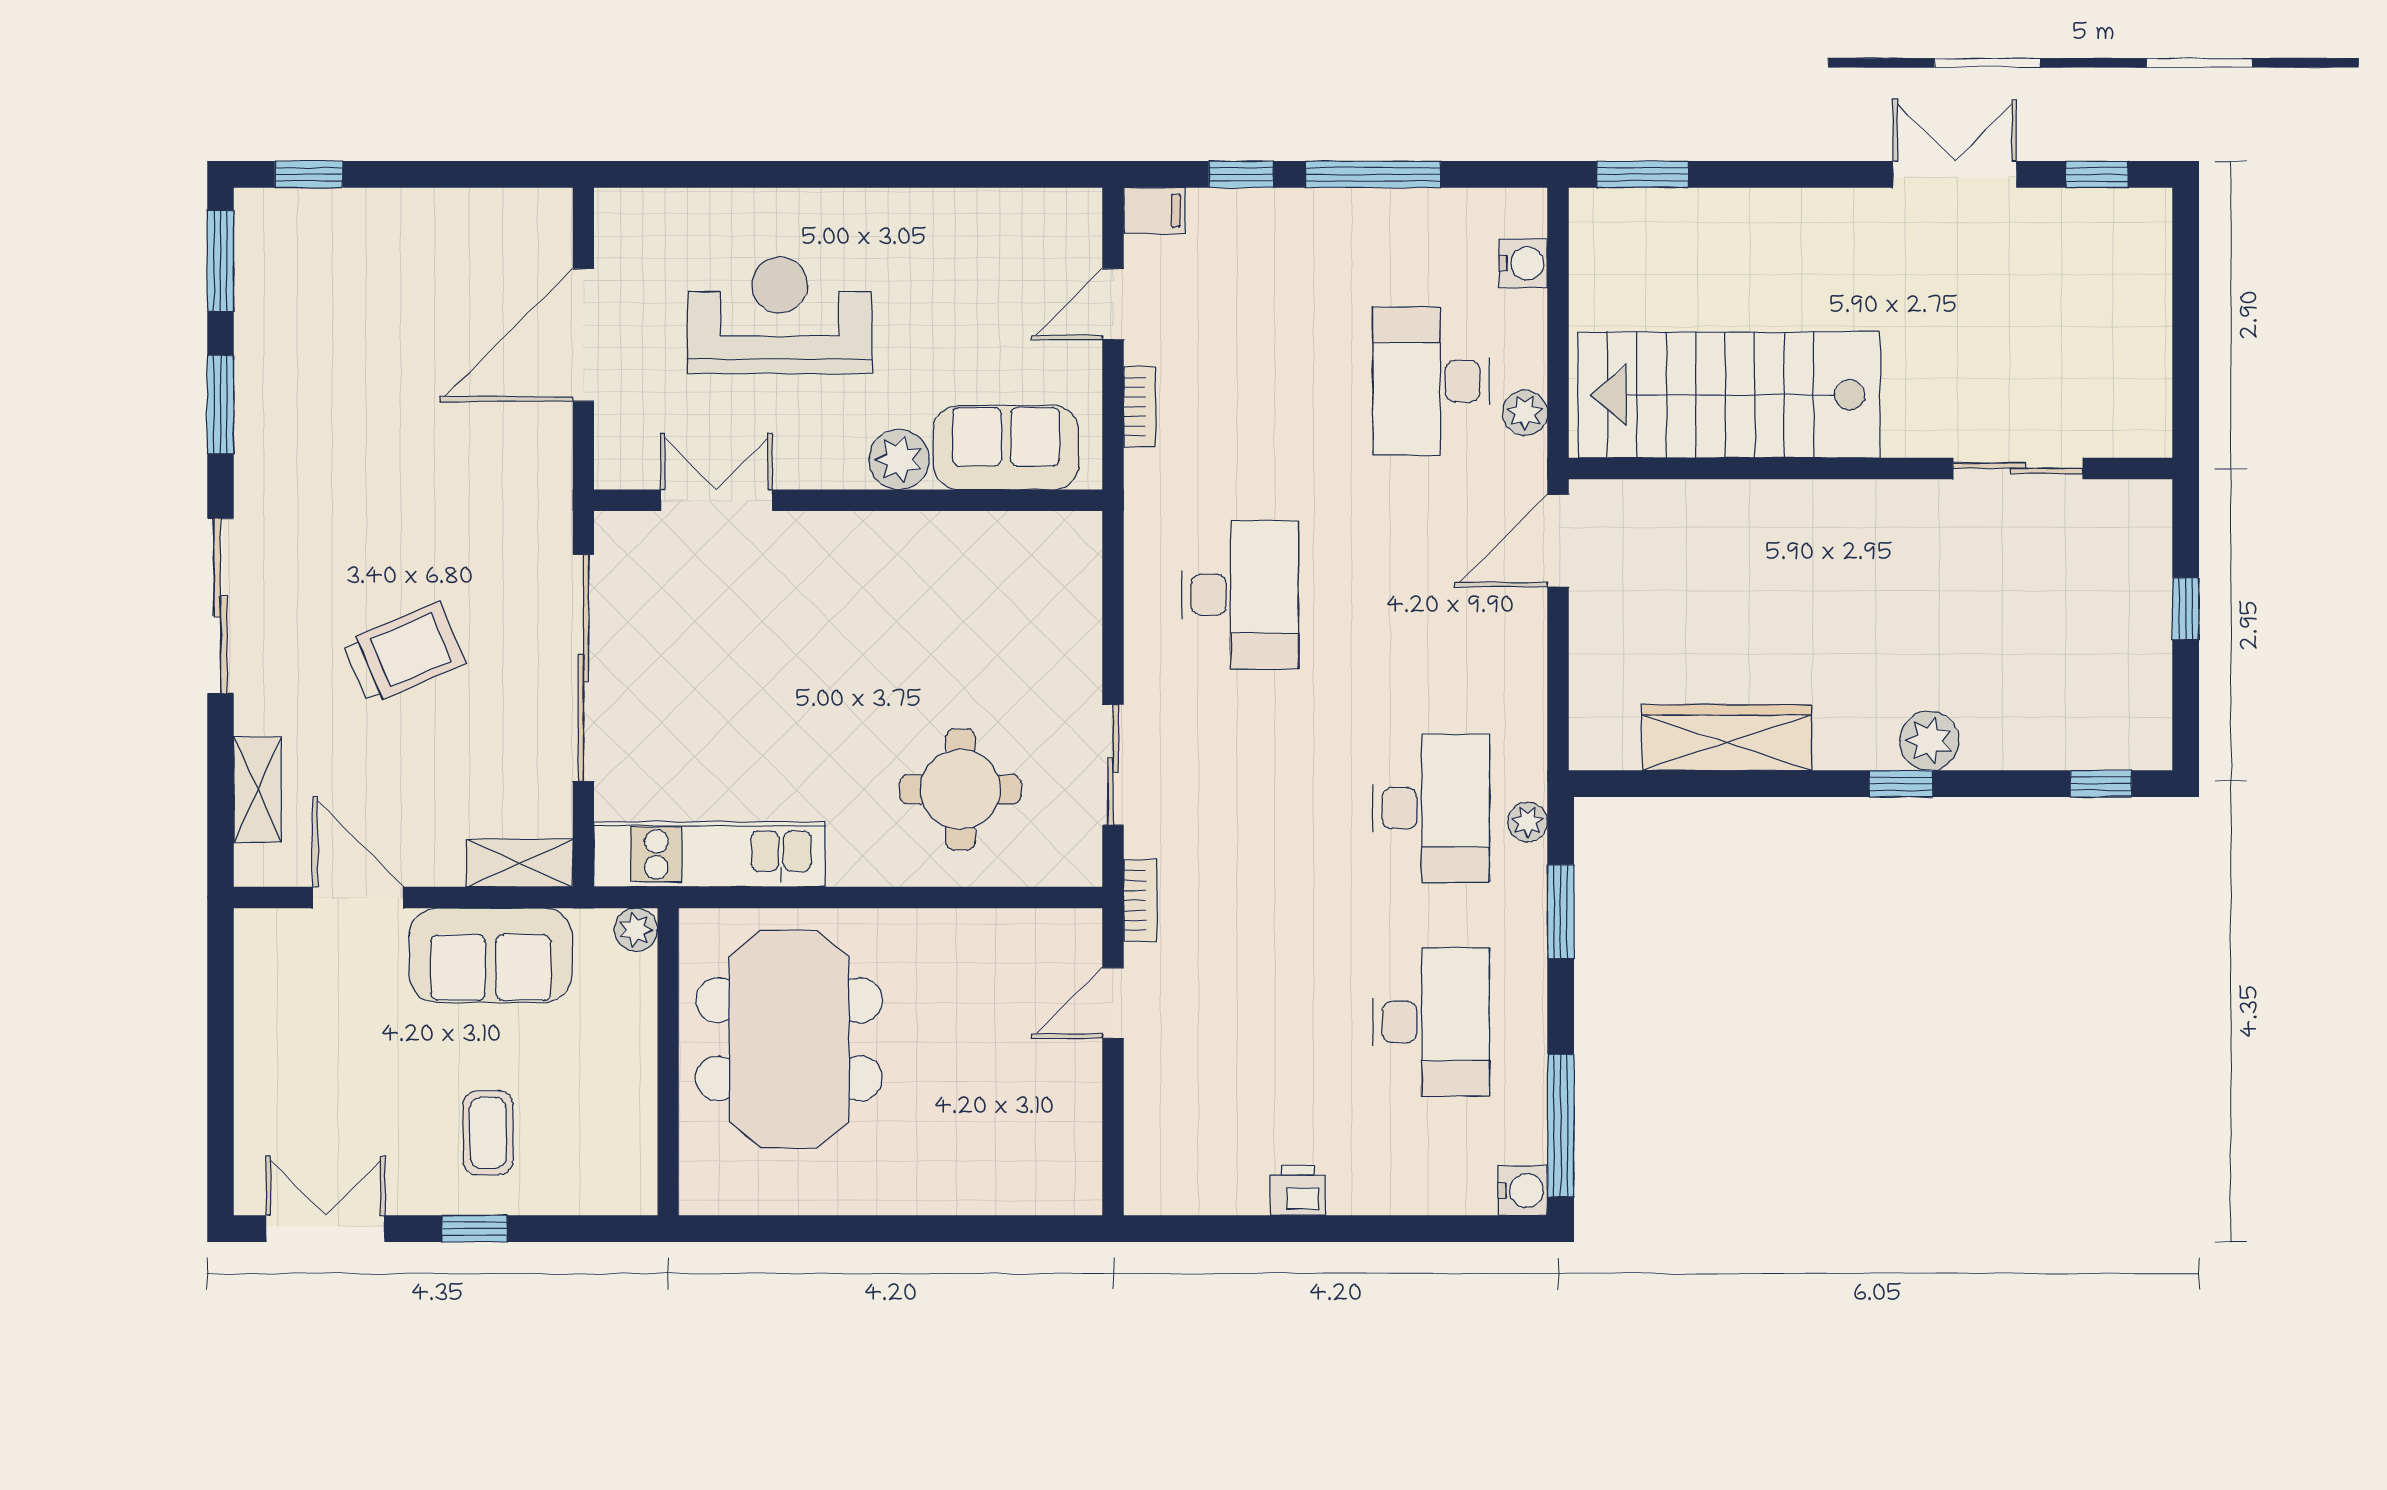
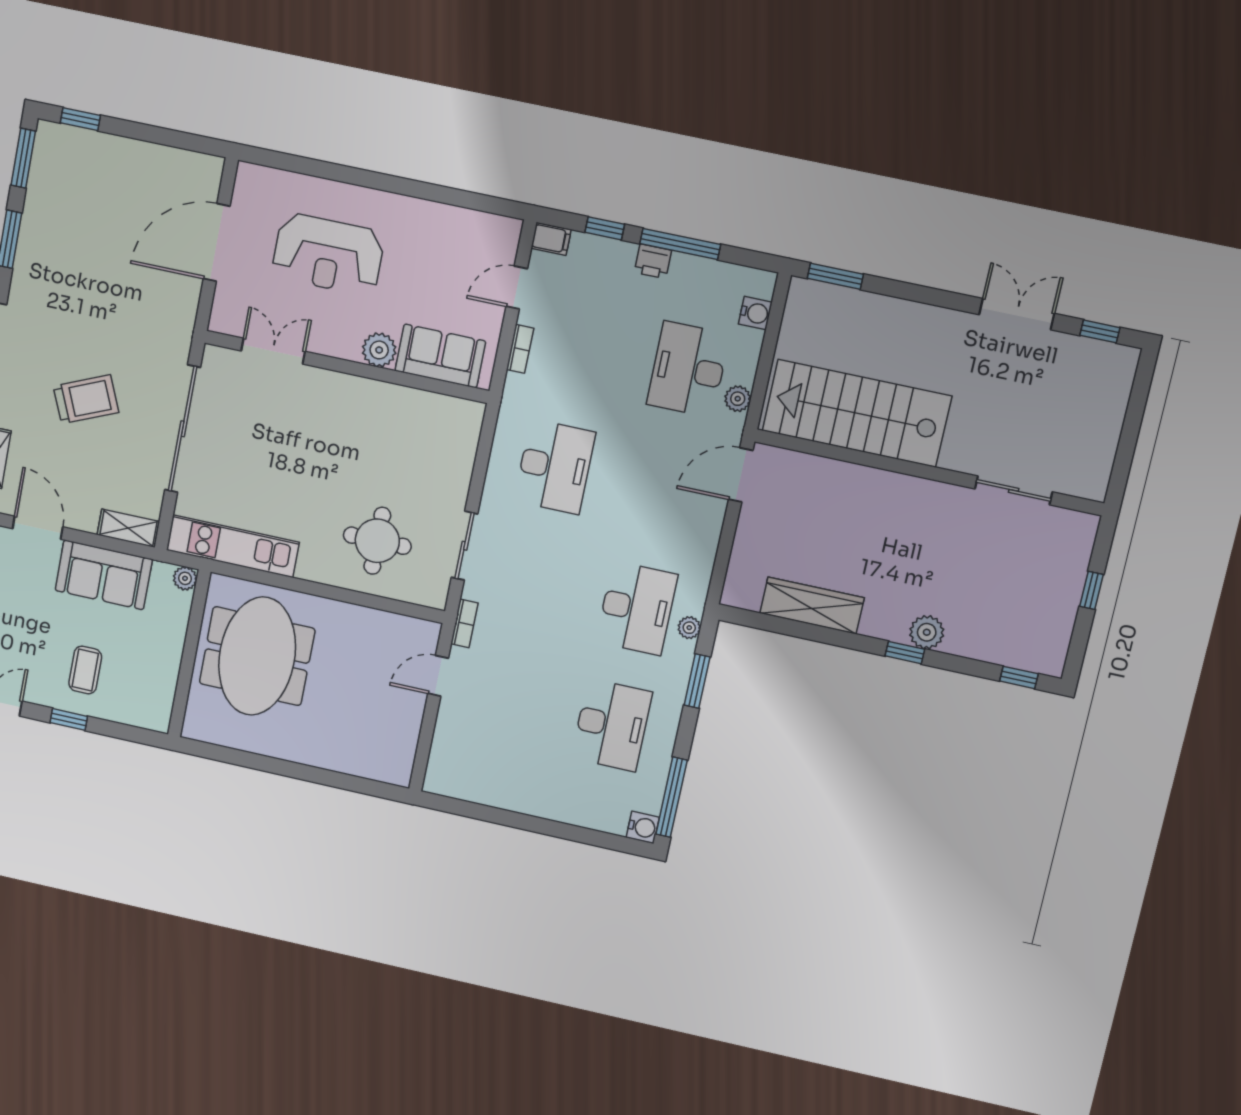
reception desk: (780, 315) -> (328, 254), turned 180
printer: (1298, 1190) -> (653, 261), moved, turned 180

